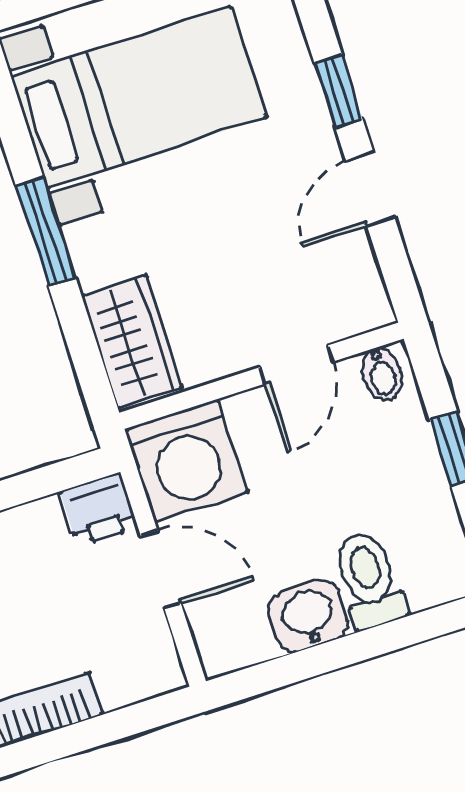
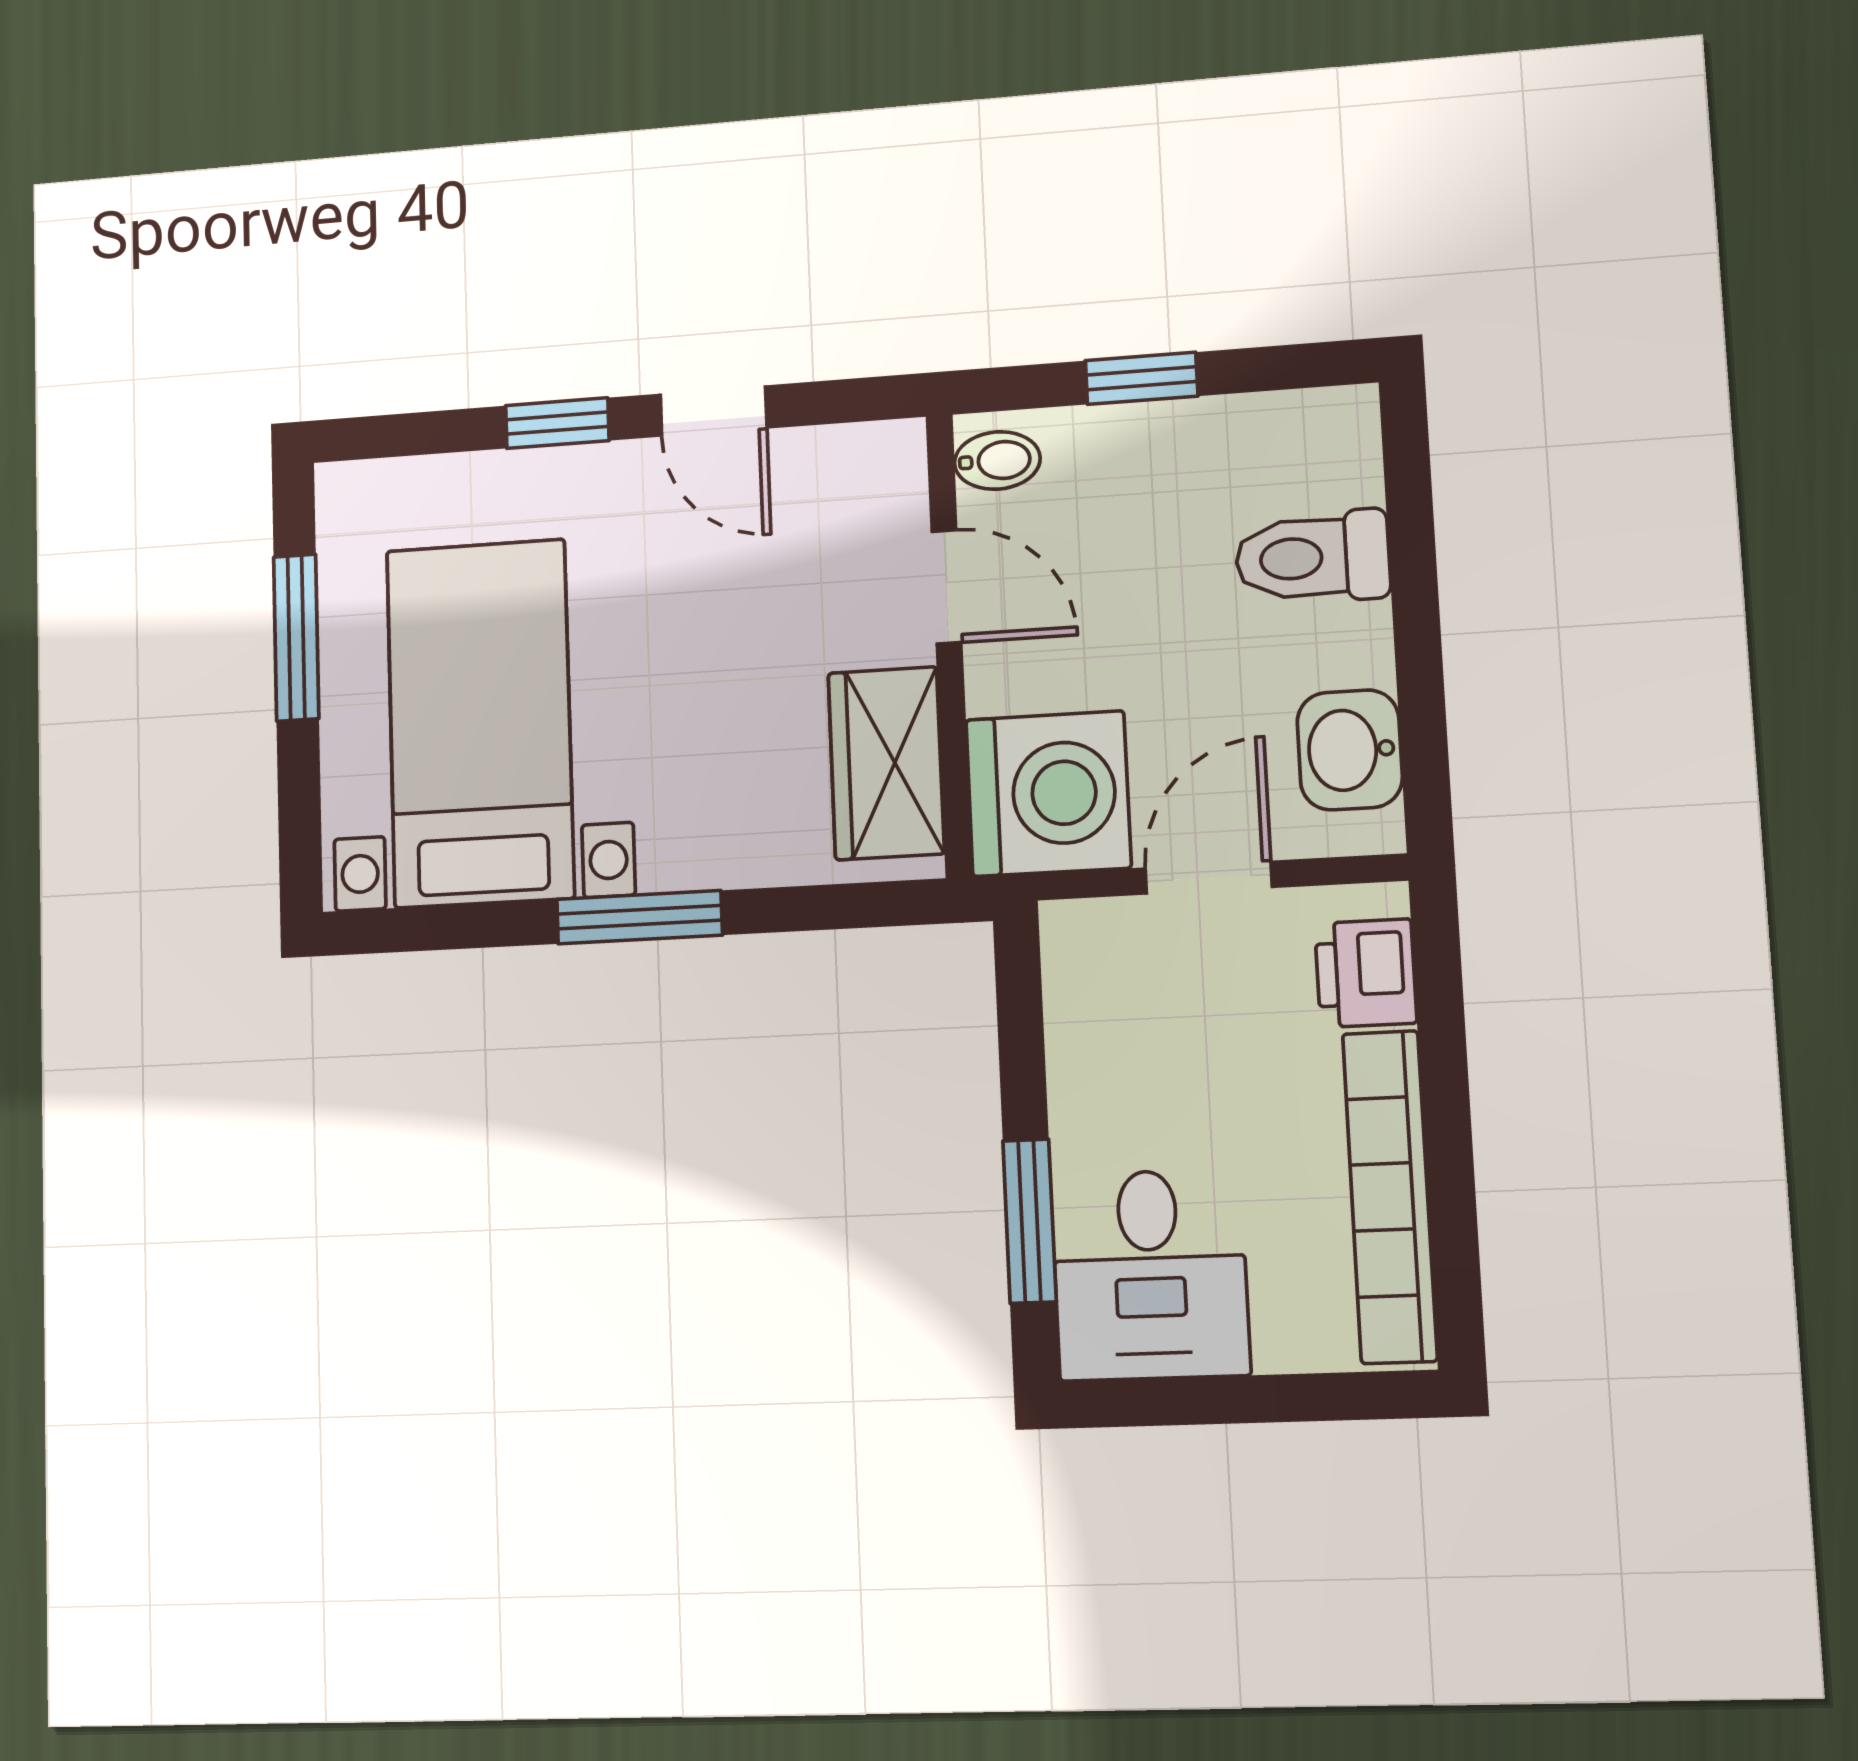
wardrobe: (132, 341) -> (886, 763), moved, turned -90
printer: (99, 509) -> (1366, 973), moved, turned 180
washbasin: (308, 616) -> (1350, 750), moved

